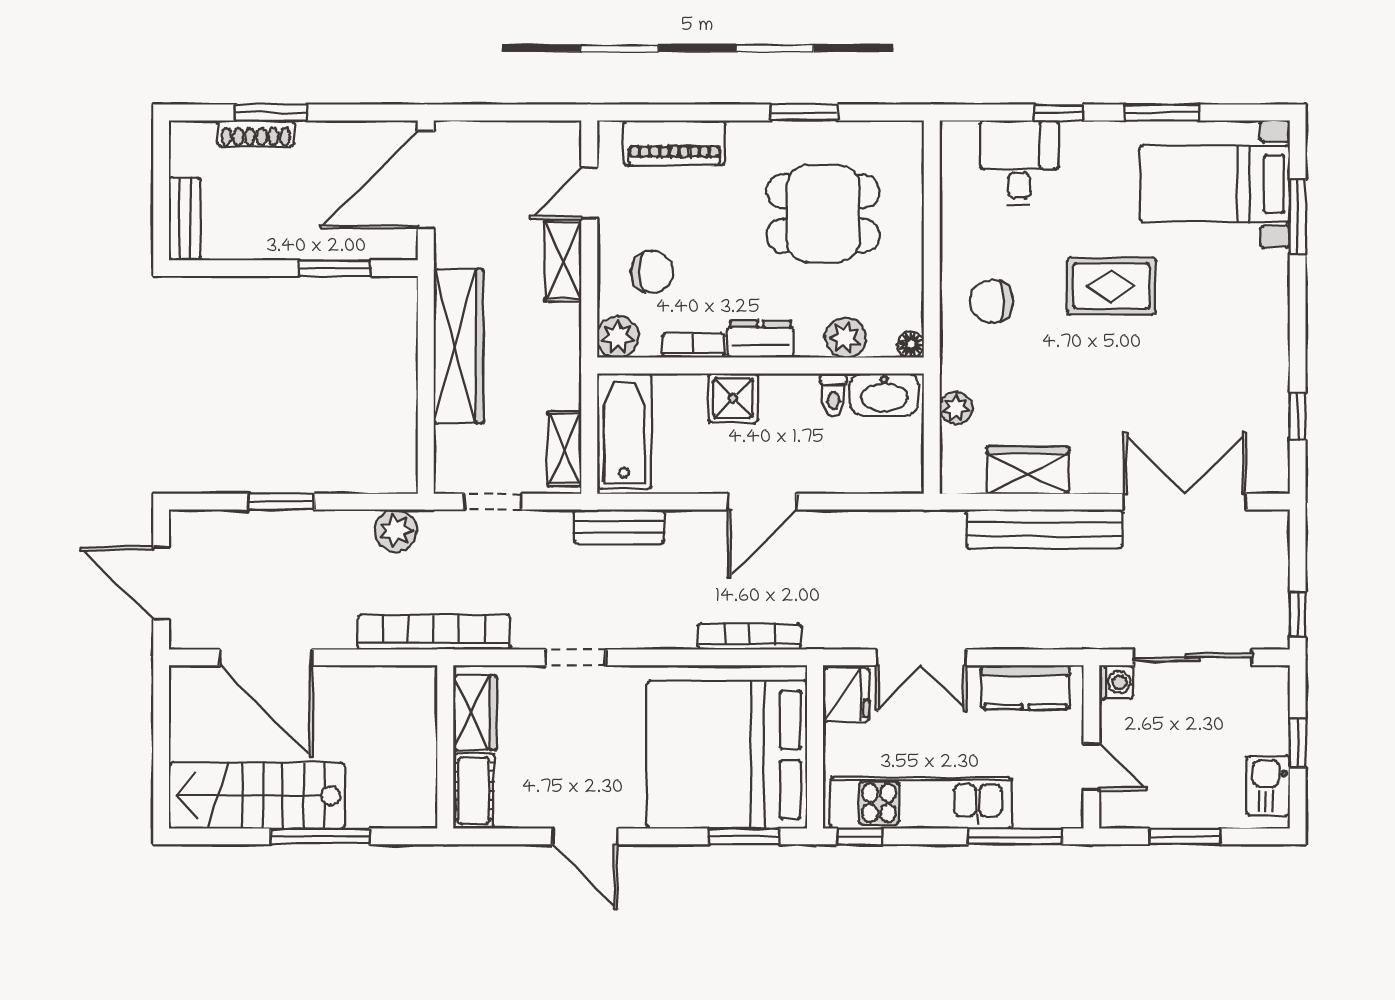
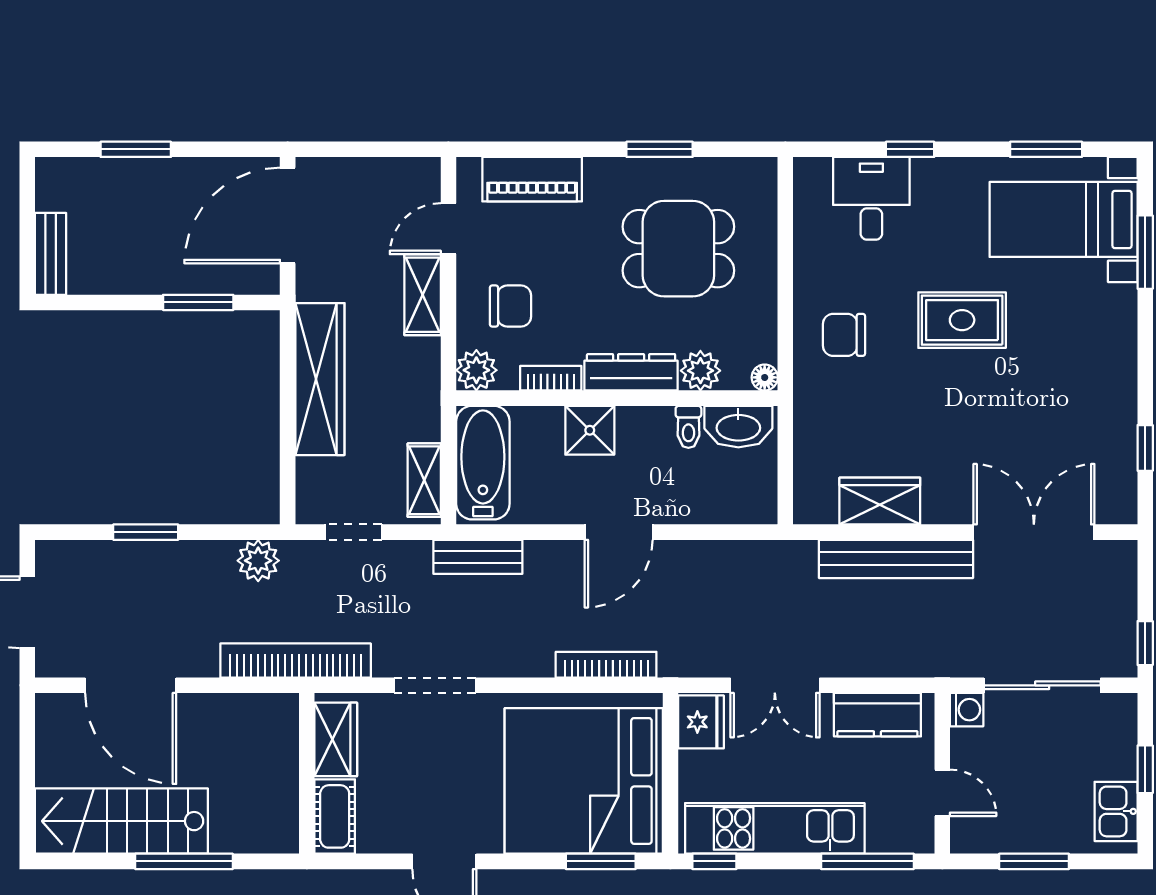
window: (1162, 112) -> (1046, 149), moved
shoe rack: (256, 133) -> (120, 170), removed
dresser: (761, 339) -> (631, 372), width x1.44
plant: (956, 408) -> (809, 440), removed
doorway: (576, 657) -> (435, 685), width x1.38

